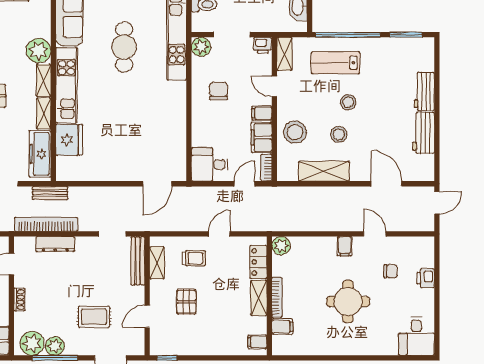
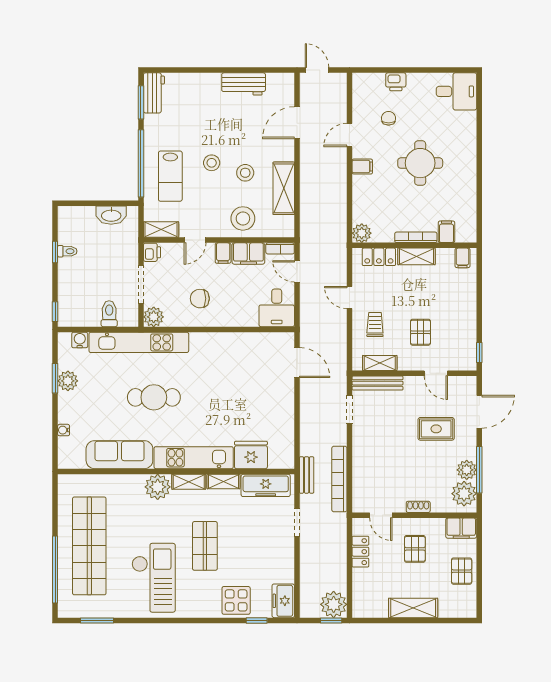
workbench: (424, 91) -> (154, 93), moved, turned -90
dresser: (55, 244) -> (360, 469), removed
pallet: (186, 302) -> (420, 332), turned 90
rug: (94, 317) -> (436, 429), turned 90

